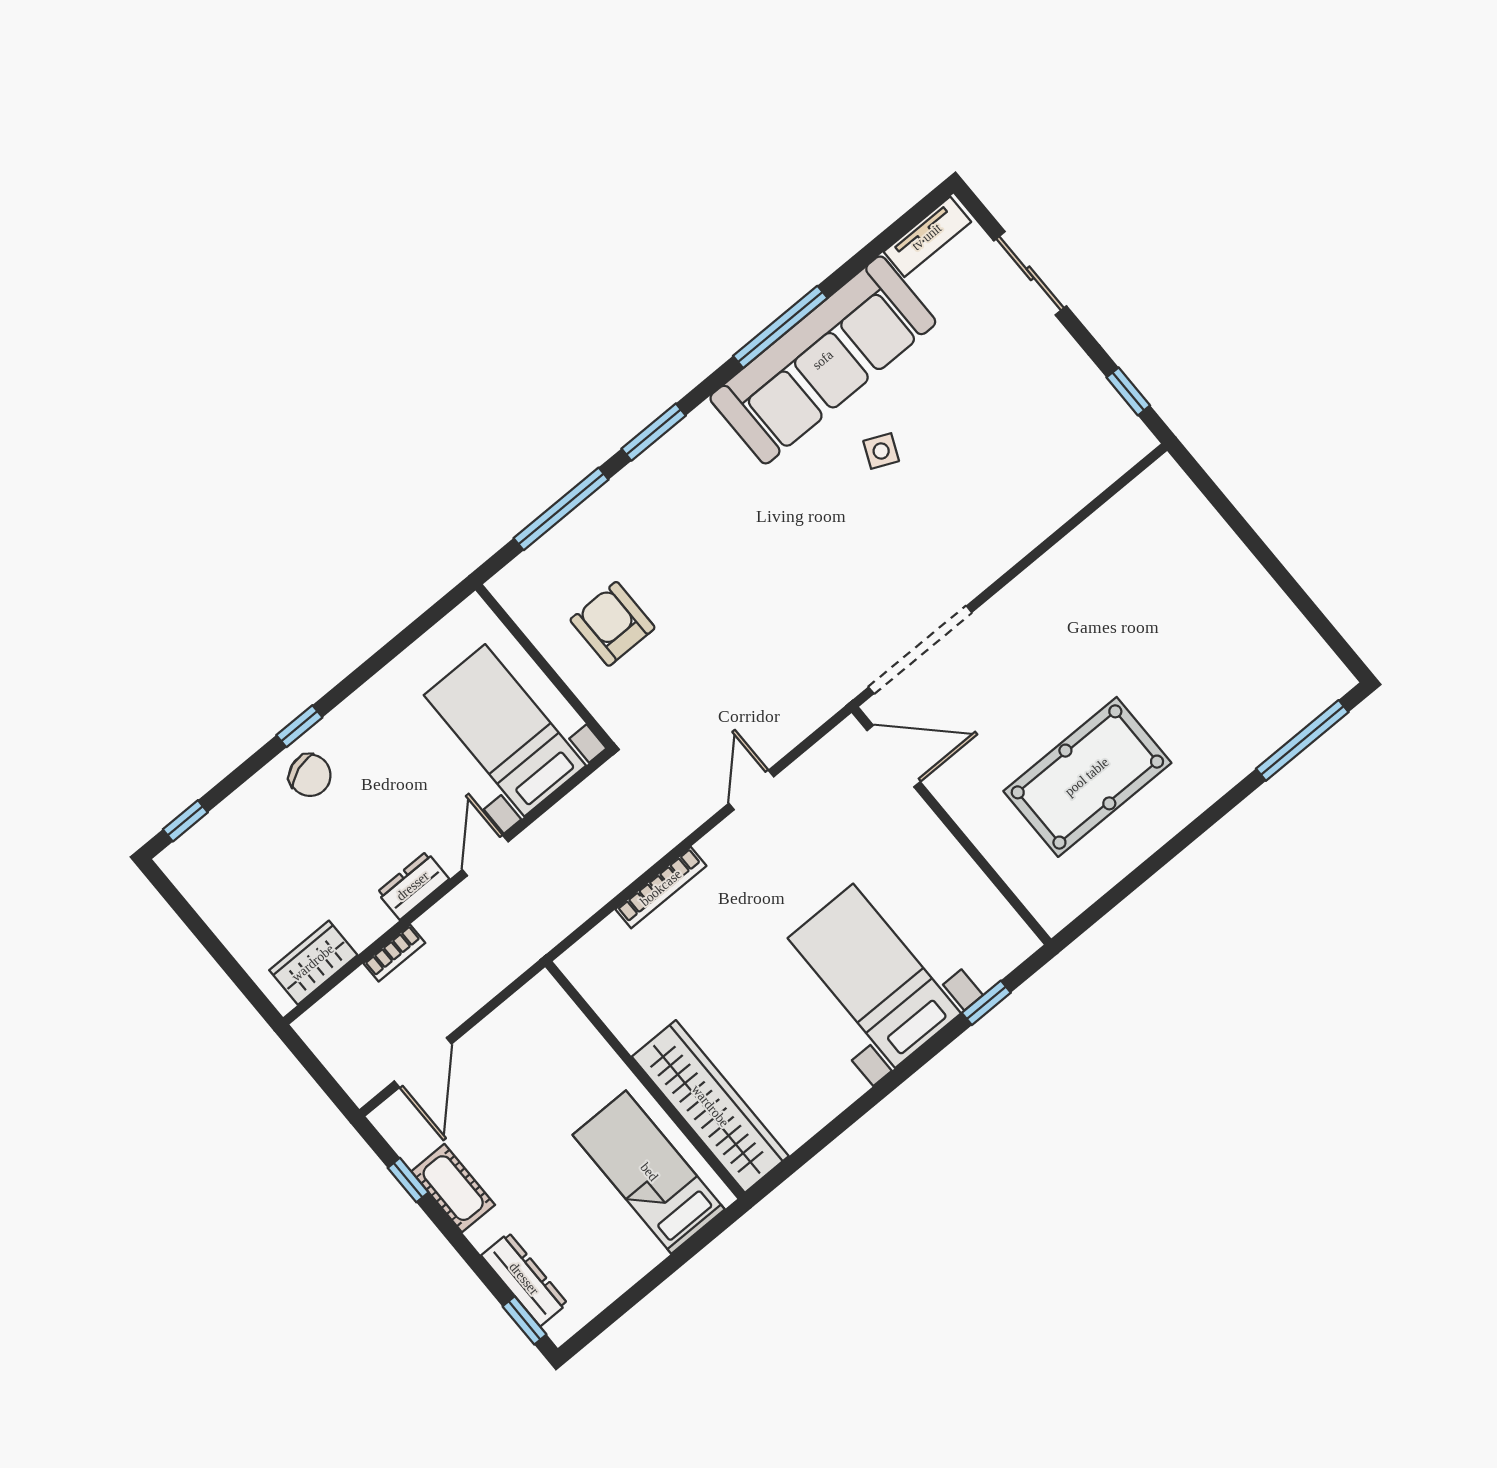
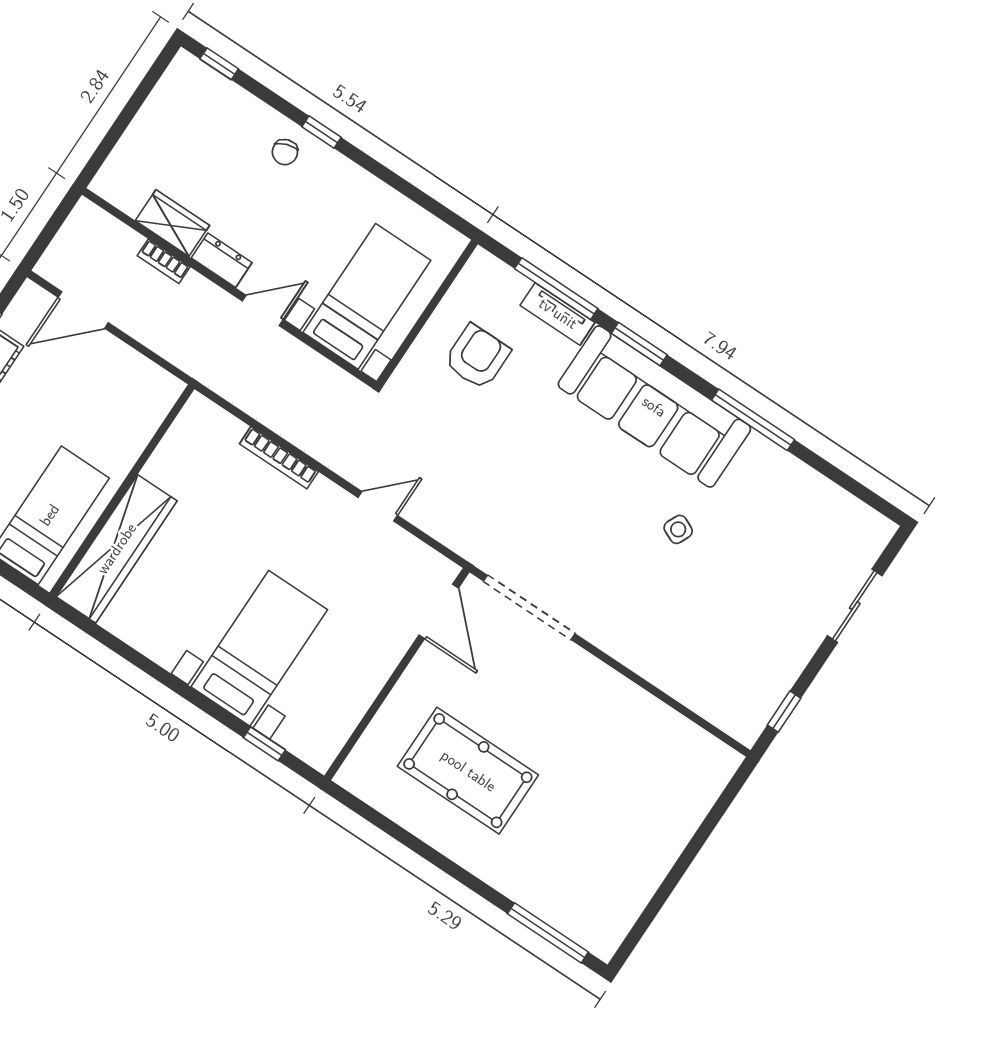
tv unit: (927, 237) -> (558, 314), moved
sofa: (823, 360) -> (654, 407), moved
chair: (310, 775) -> (285, 152), width x0.73, depth x0.73
wardrobe: (313, 963) -> (172, 223), moved

